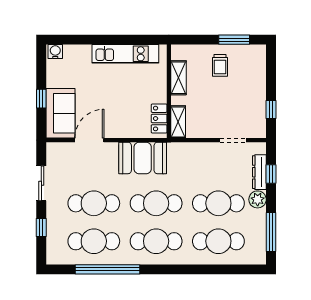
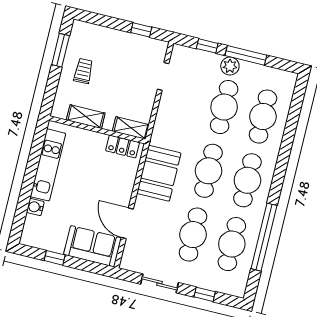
water cooler: (55, 52) -> (35, 207), moved
trolley: (220, 65) -> (83, 71), turned -91
window: (41, 99) -> (55, 258), moved
dresser: (259, 172) -> (202, 57), removed
window: (271, 232) -> (246, 55), moved

